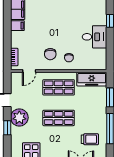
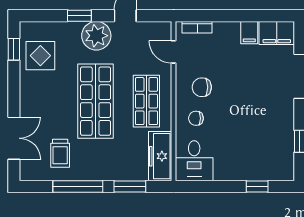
desk: (94, 37) -> (194, 161), moved
shop shelf: (59, 118) -> (96, 101), width x1.43, depth x1.36

